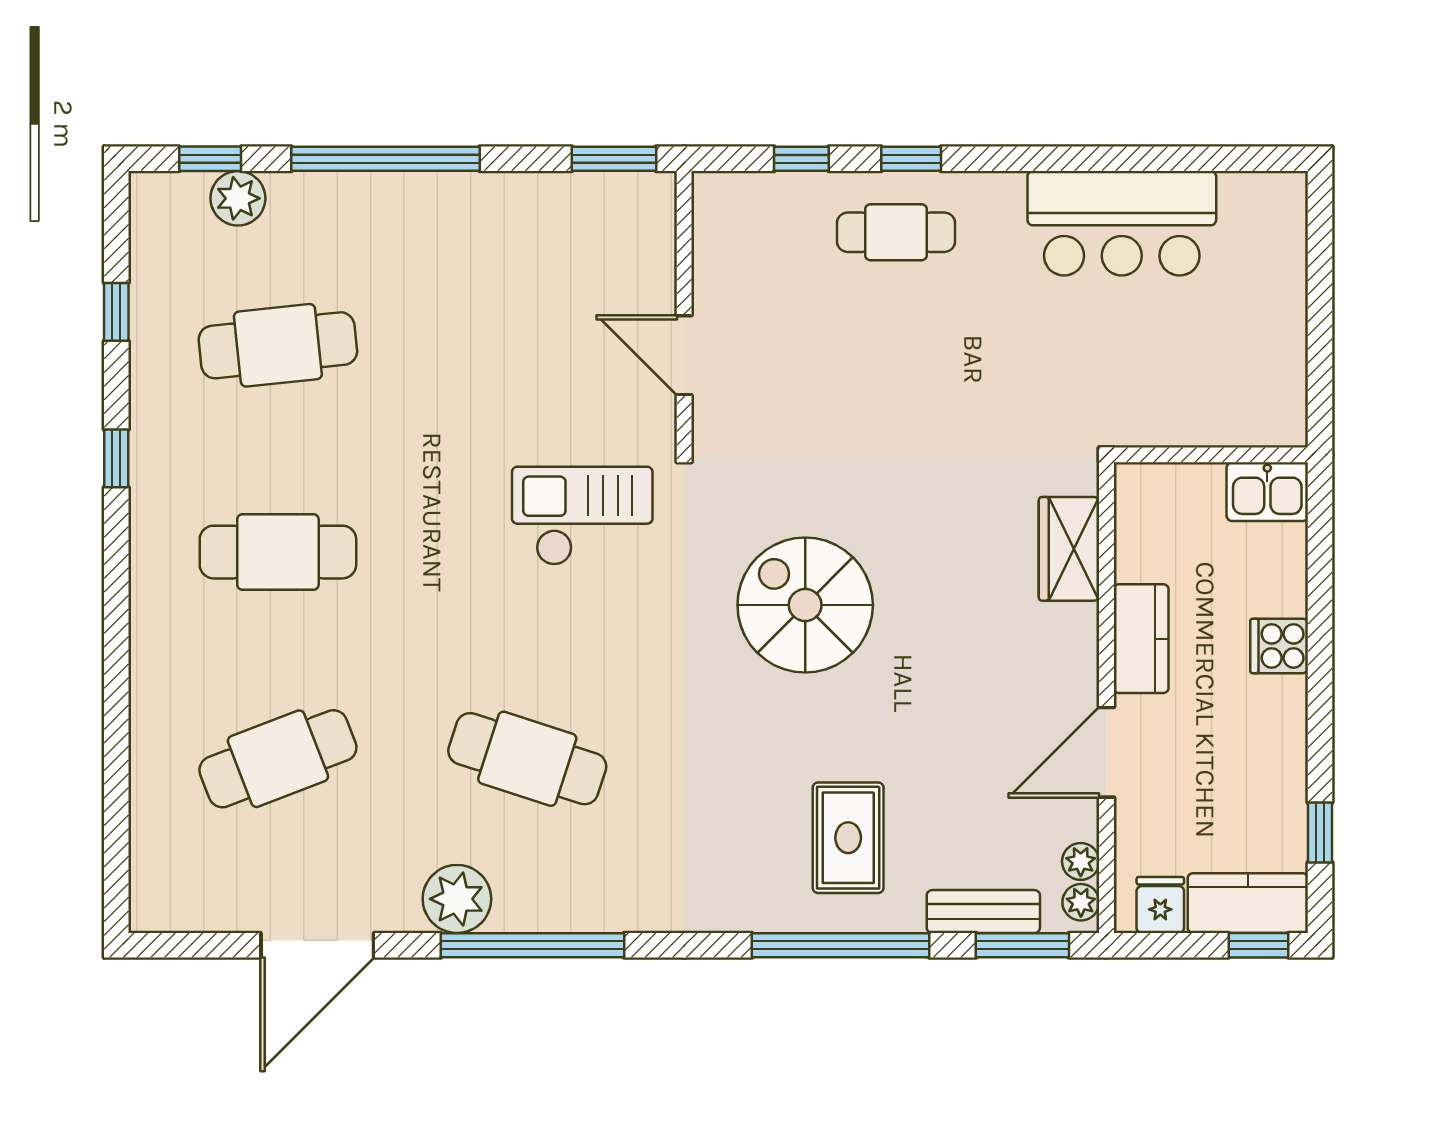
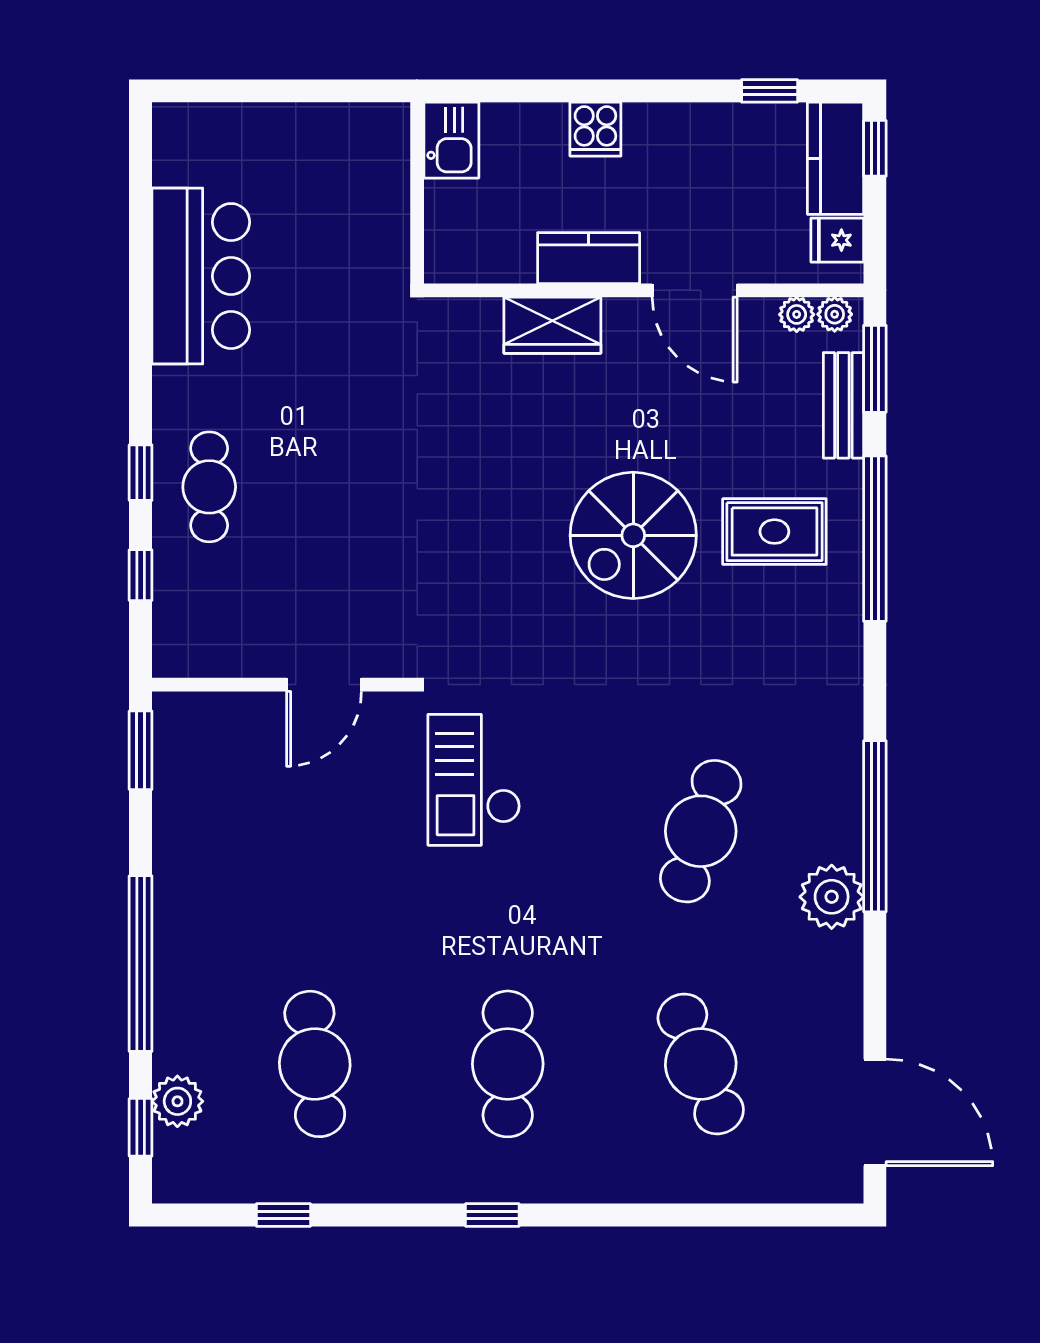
window: (116, 458) -> (492, 1215), moved
wardrobe: (1069, 549) -> (552, 325), moved
spiral stairs: (805, 605) -> (633, 535), moved
door: (317, 945) -> (875, 1112), moved

